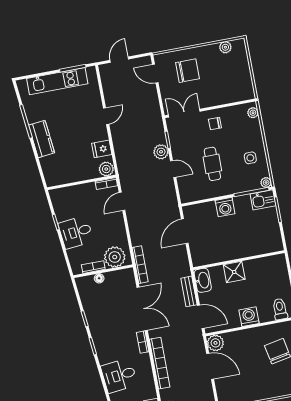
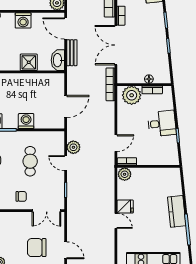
door: (106, 116) -> (116, 221), swing flipped
fridge: (102, 149) -> (125, 207), moved
plant: (161, 152) -> (73, 147), moved

